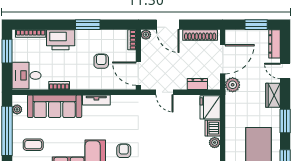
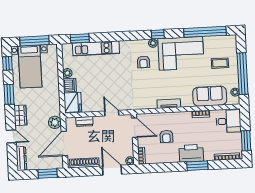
window: (88, 25) -> (197, 166), moved
window: (256, 25) -> (48, 174), moved
printer: (61, 40) -> (191, 153), moved
sofa: (55, 106) -> (210, 96), width x0.73

